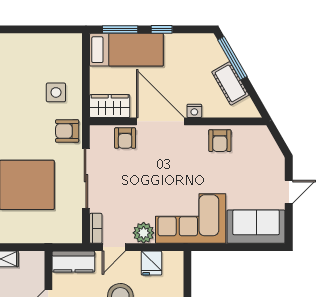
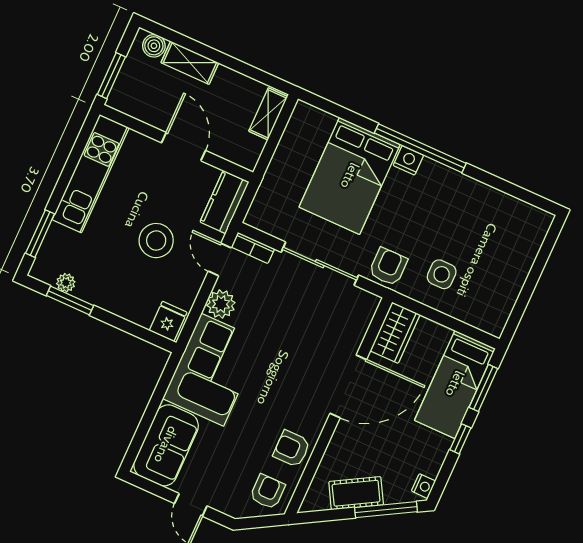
nightstand: (194, 111) -> (423, 486), moved, turned 180
armchair: (125, 138) -> (267, 492), moved, turned 90
fridge: (151, 263) -> (168, 321), moved, turned 90

